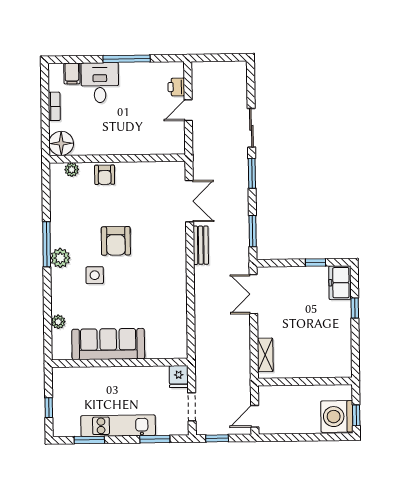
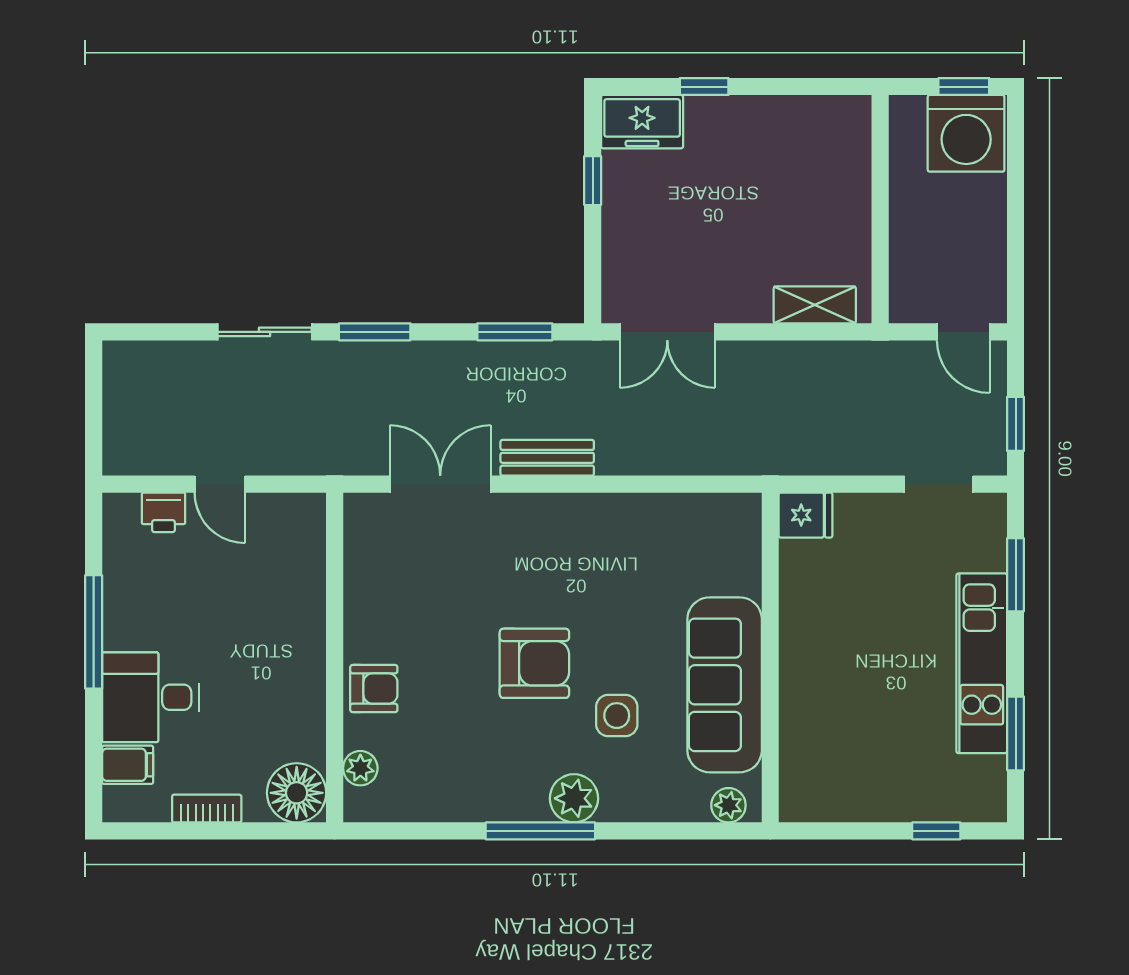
sofa: (108, 344) -> (725, 685), moved
wall: (120, 363) -> (770, 657), moved
fridge: (179, 377) -> (806, 515), moved

